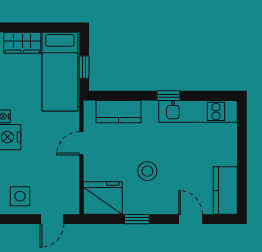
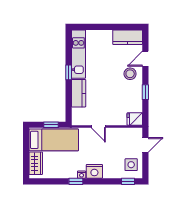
kitchen counter: (119, 112) -> (79, 93), moved
stool: (147, 171) -> (130, 74), moved
fridge: (103, 198) -> (135, 119), width x0.53, depth x0.75
door: (52, 219) -> (145, 145), hinge flipped

